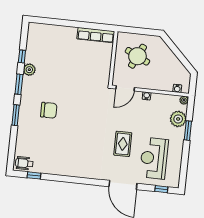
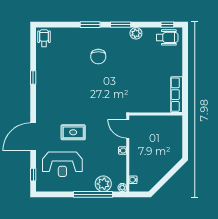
wheelchair: (37, 38) -> (167, 37), added
window: (22, 56) -> (167, 25), moved
round table: (137, 56) -> (160, 138), removed
window: (188, 131) -> (93, 194), width x2.11
reception desk: (154, 158) -> (62, 164), turned 180
window: (34, 175) -> (33, 77), moved

